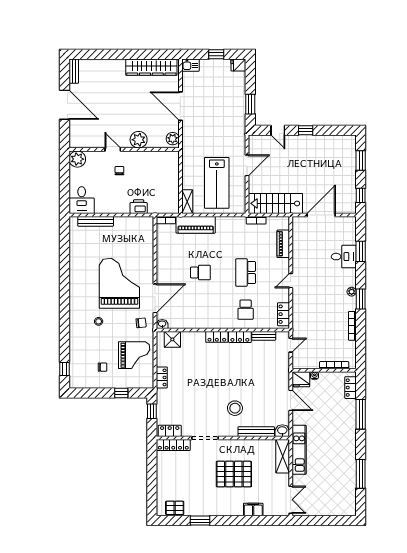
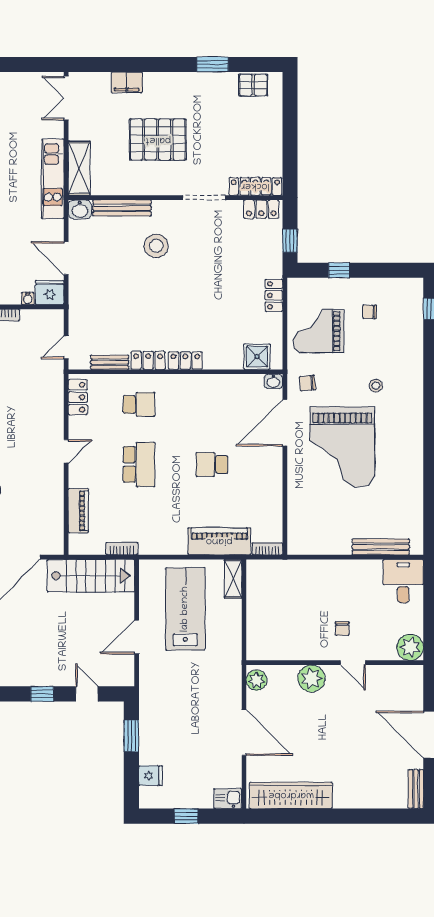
fridge: (238, 65) -> (151, 776), moved
printer: (139, 207) -> (311, 571), removed
school desk: (246, 310) -> (139, 404), turned 90

